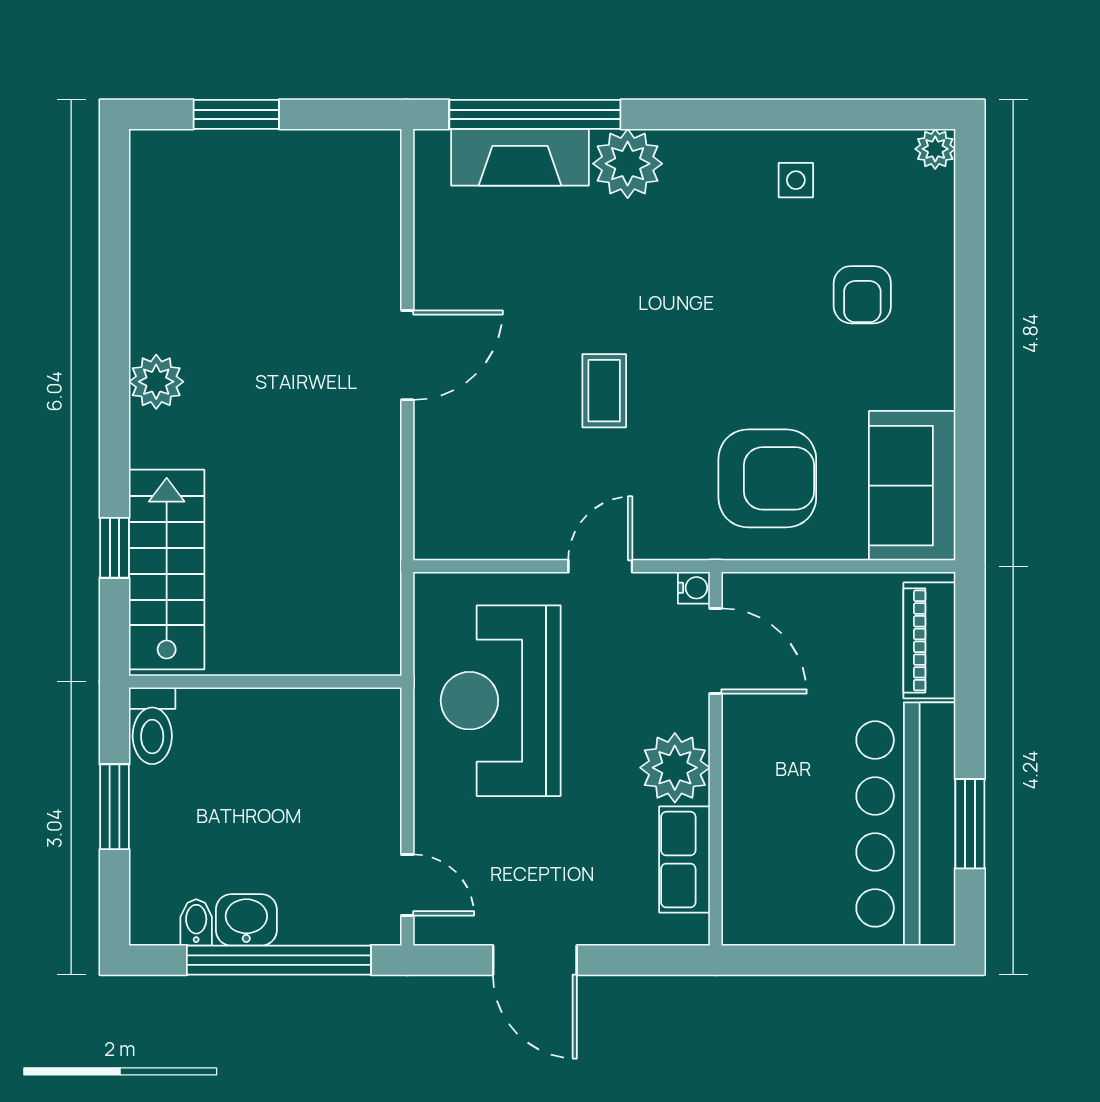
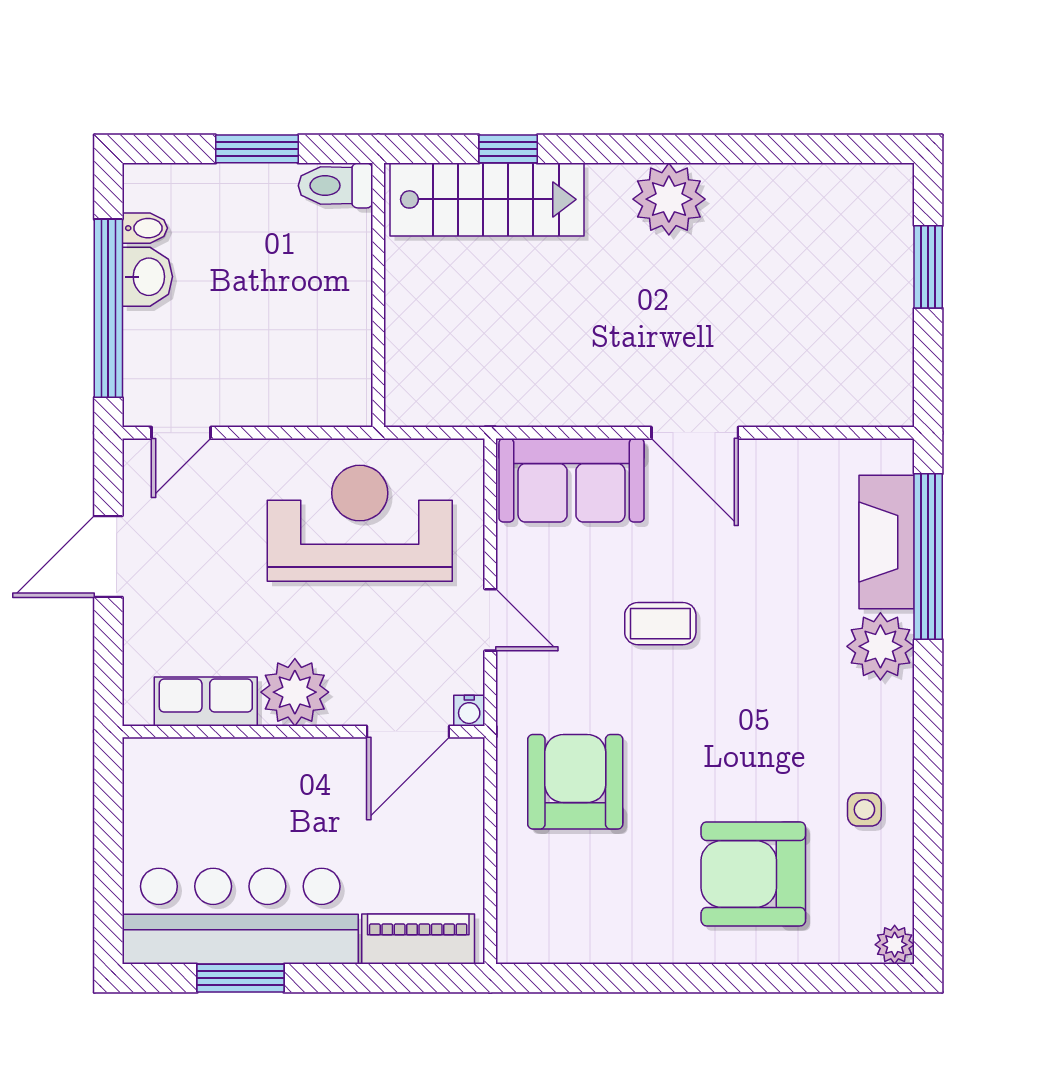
armchair: (862, 295) -> (753, 874), width x1.88, depth x1.88
plant: (156, 382) -> (669, 199), width x1.36, depth x1.36
armchair: (767, 478) -> (575, 782), turned 180
sofa: (912, 486) -> (572, 480), moved, turned 180

